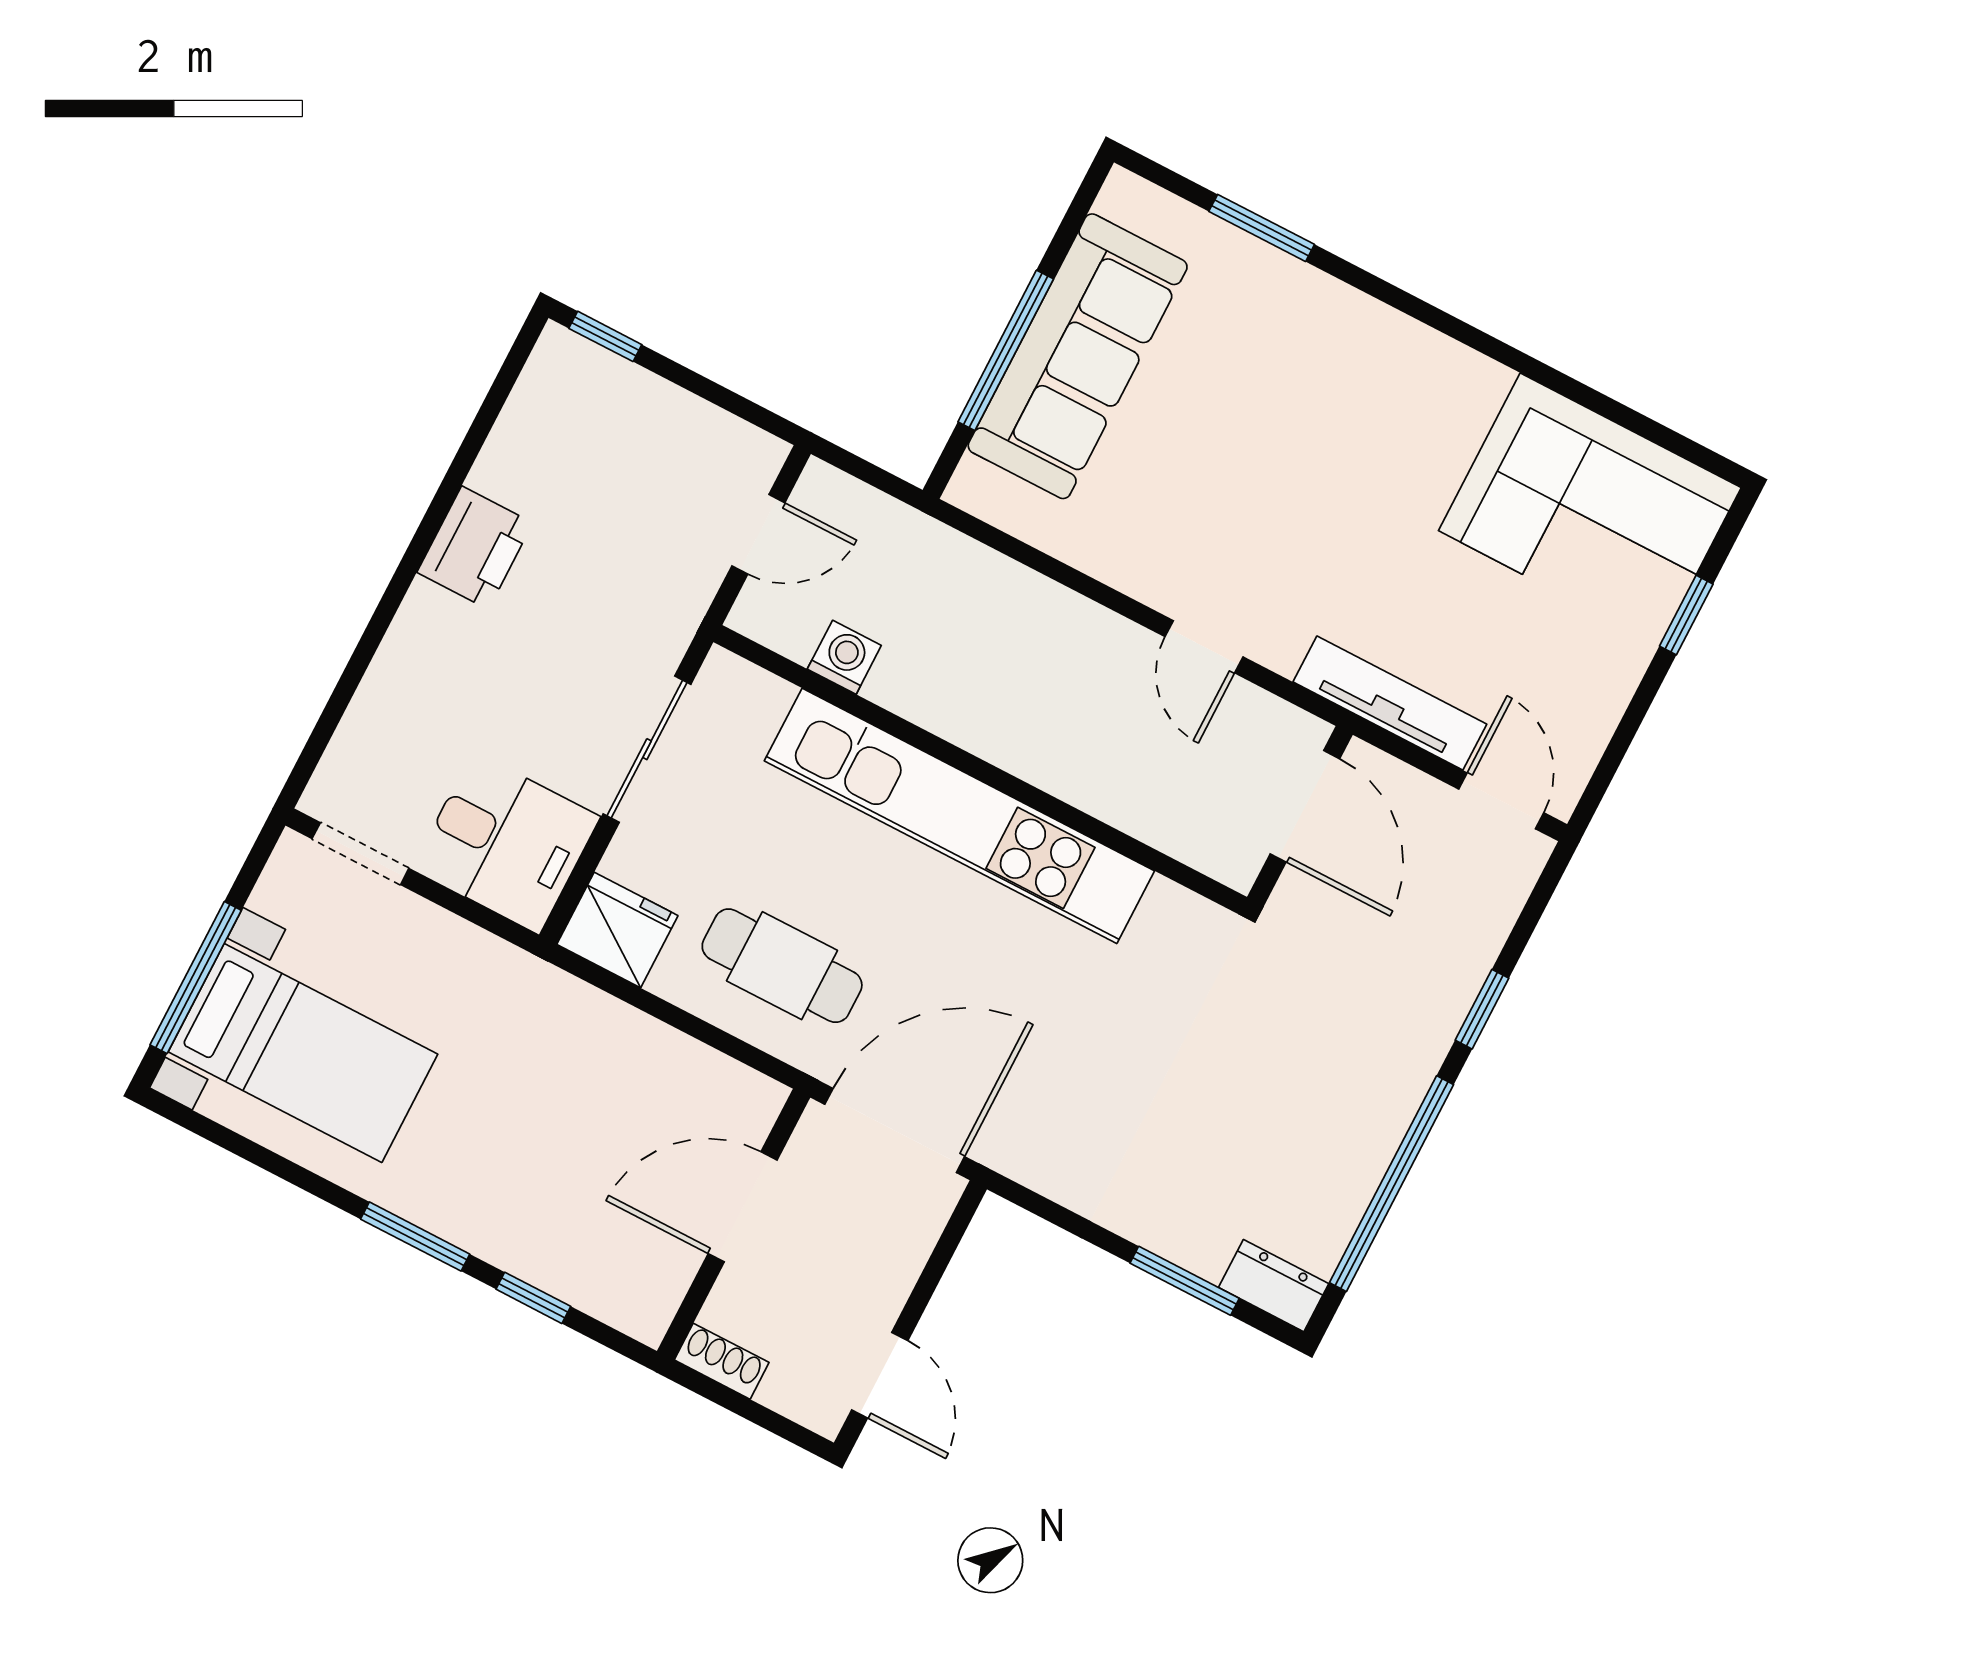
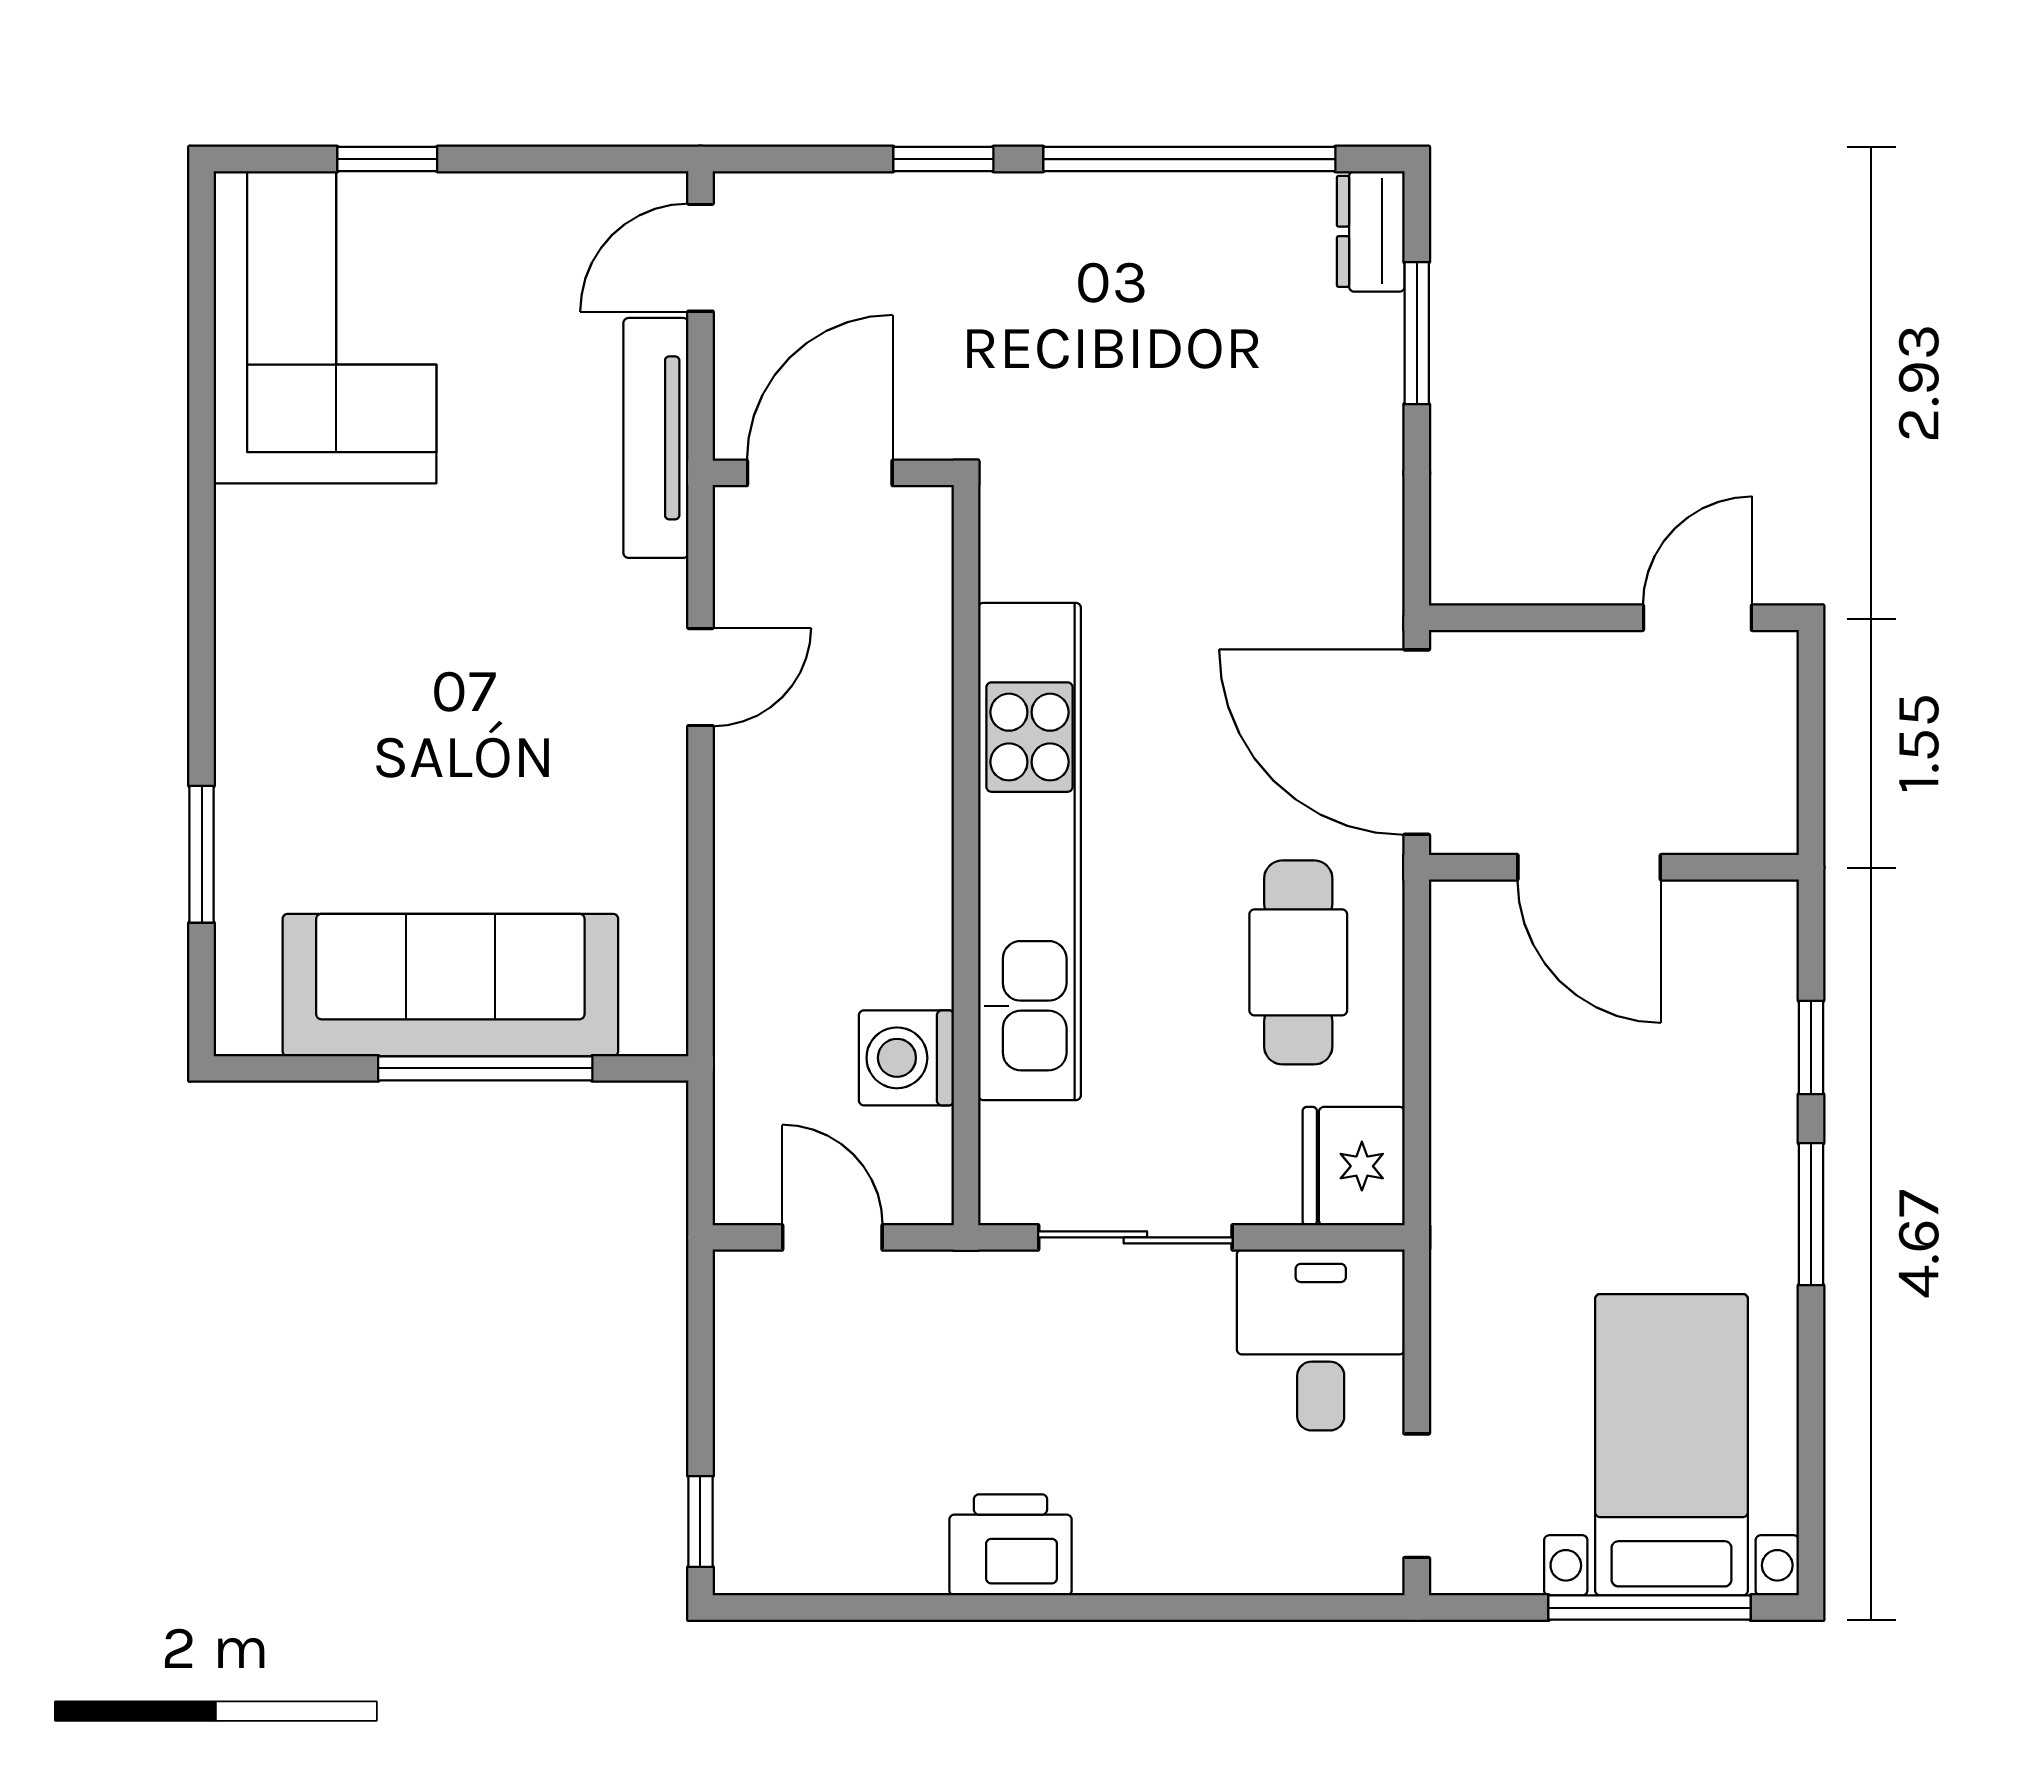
washing machine: (844, 657) -> (906, 1058), width x1.38, depth x1.38
shoe rack: (722, 1361) -> (1773, 802), removed

